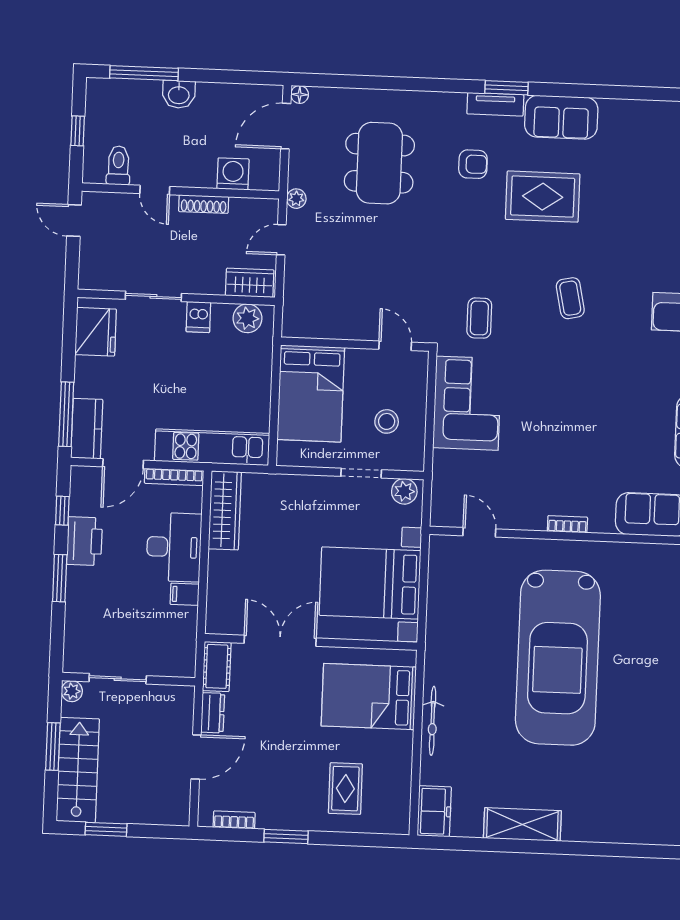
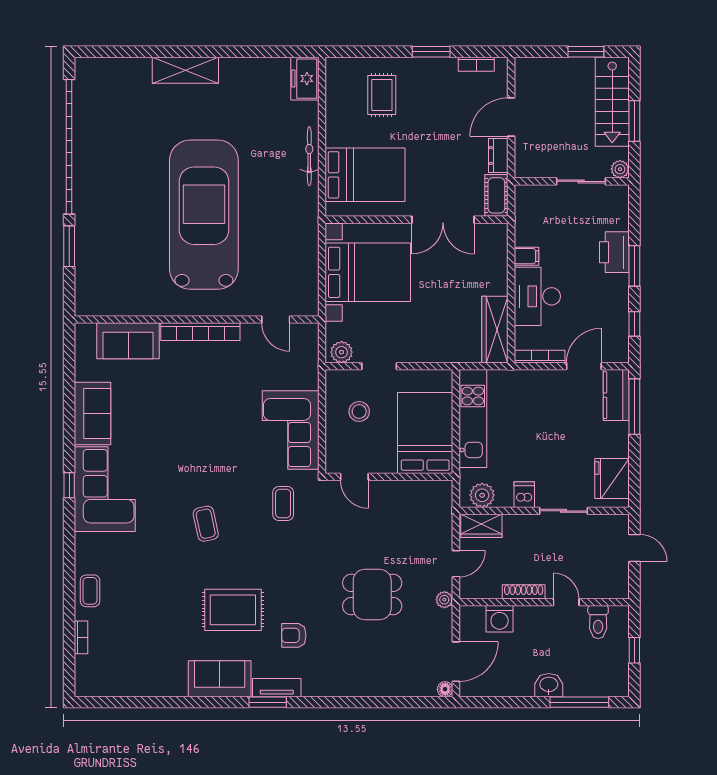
dining table: (379, 163) -> (372, 594), moved, width x0.73
door: (74, 221) -> (634, 548), moved
kitchen unit: (212, 447) -> (473, 419), moved, turned -90
bookcase: (567, 524) -> (200, 332), width x2.31, depth x1.31
printer: (85, 541) -> (614, 252), moved
shelving: (522, 824) -> (185, 70), moved

